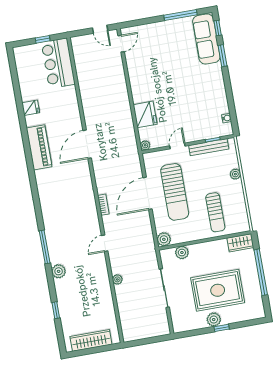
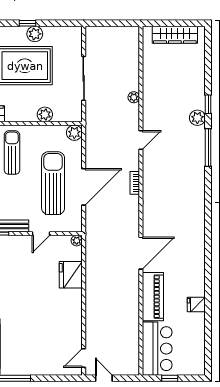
piano: (39, 147) -> (153, 297), moved, turned 180
plant: (182, 253) -> (45, 114), moved
window: (56, 310) -> (208, 104), moved

